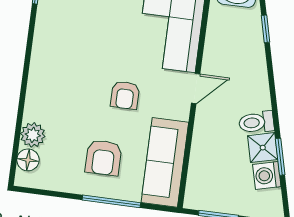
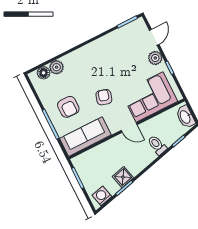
armchair: (125, 95) -> (104, 97), turned 106
toilet: (256, 122) -> (157, 145), moved
armchair: (103, 158) -> (68, 107), turned -90
washing machine: (267, 176) -> (102, 196), moved

